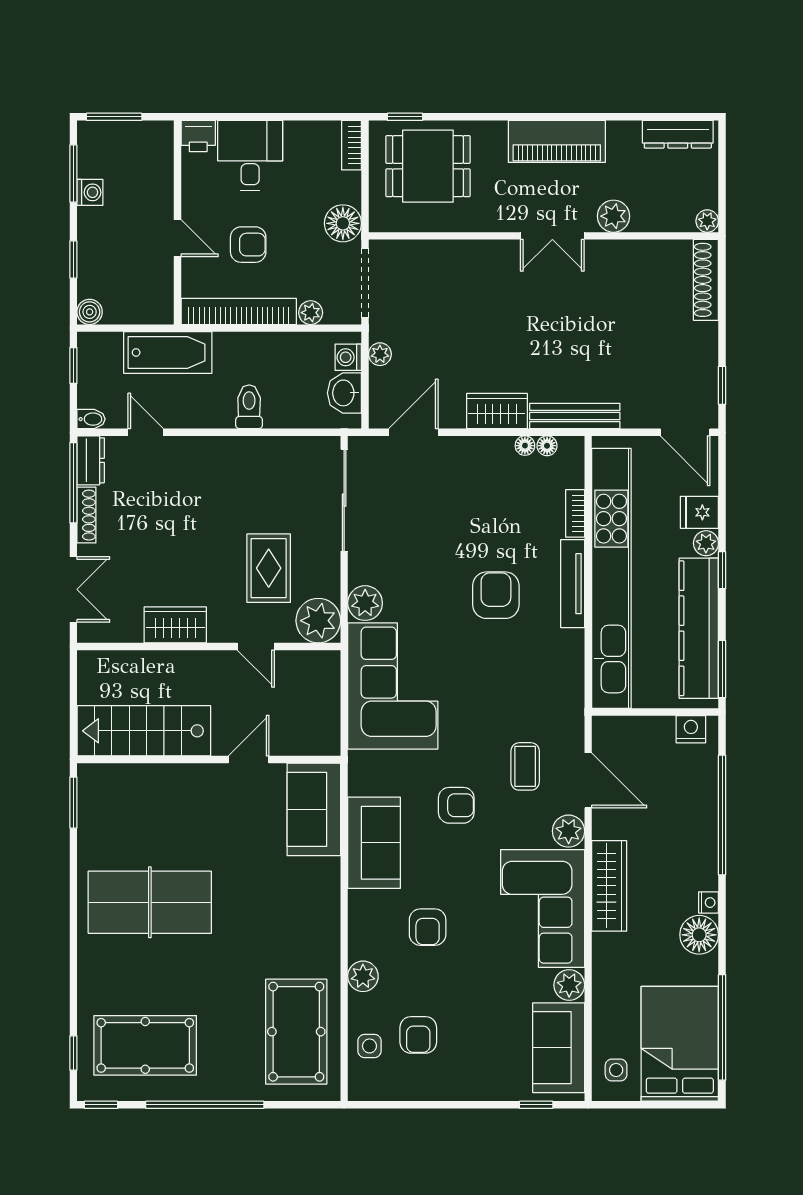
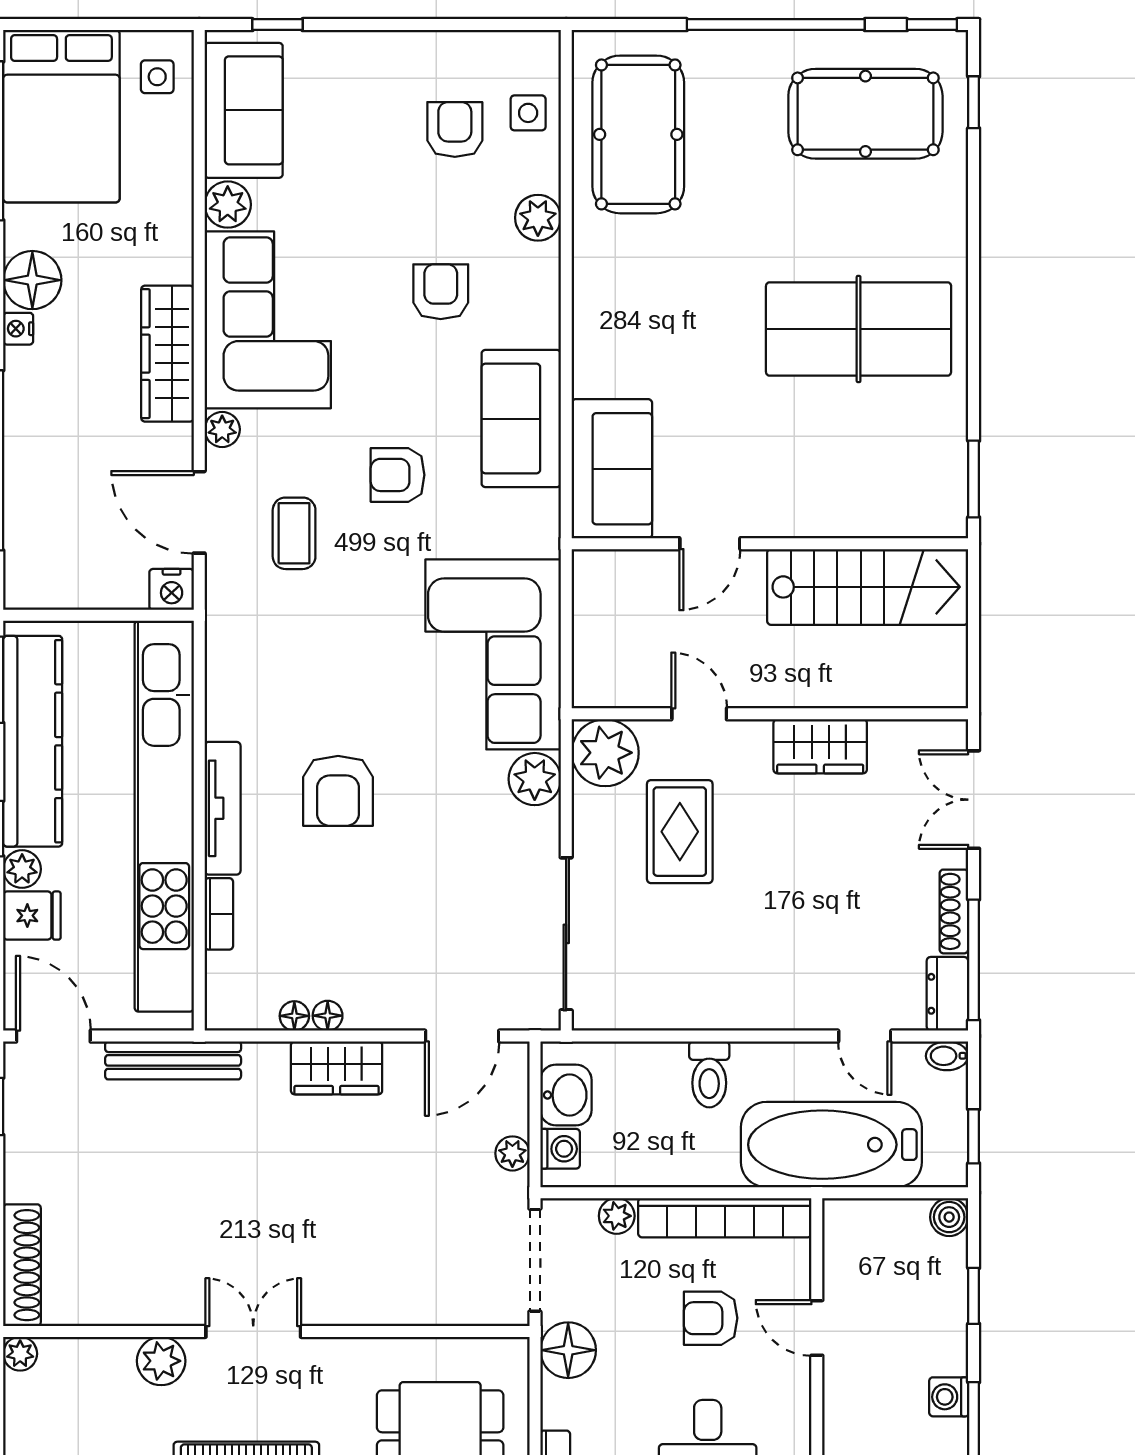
bathtub: (168, 352) -> (831, 1145), width x1.36, depth x1.36
bench: (575, 416) -> (173, 1060), moved
floor lamp: (547, 446) -> (328, 1016), moved
nightstand: (691, 729) -> (172, 589), moved
plant: (569, 831) -> (222, 429), width x0.73, depth x0.73

